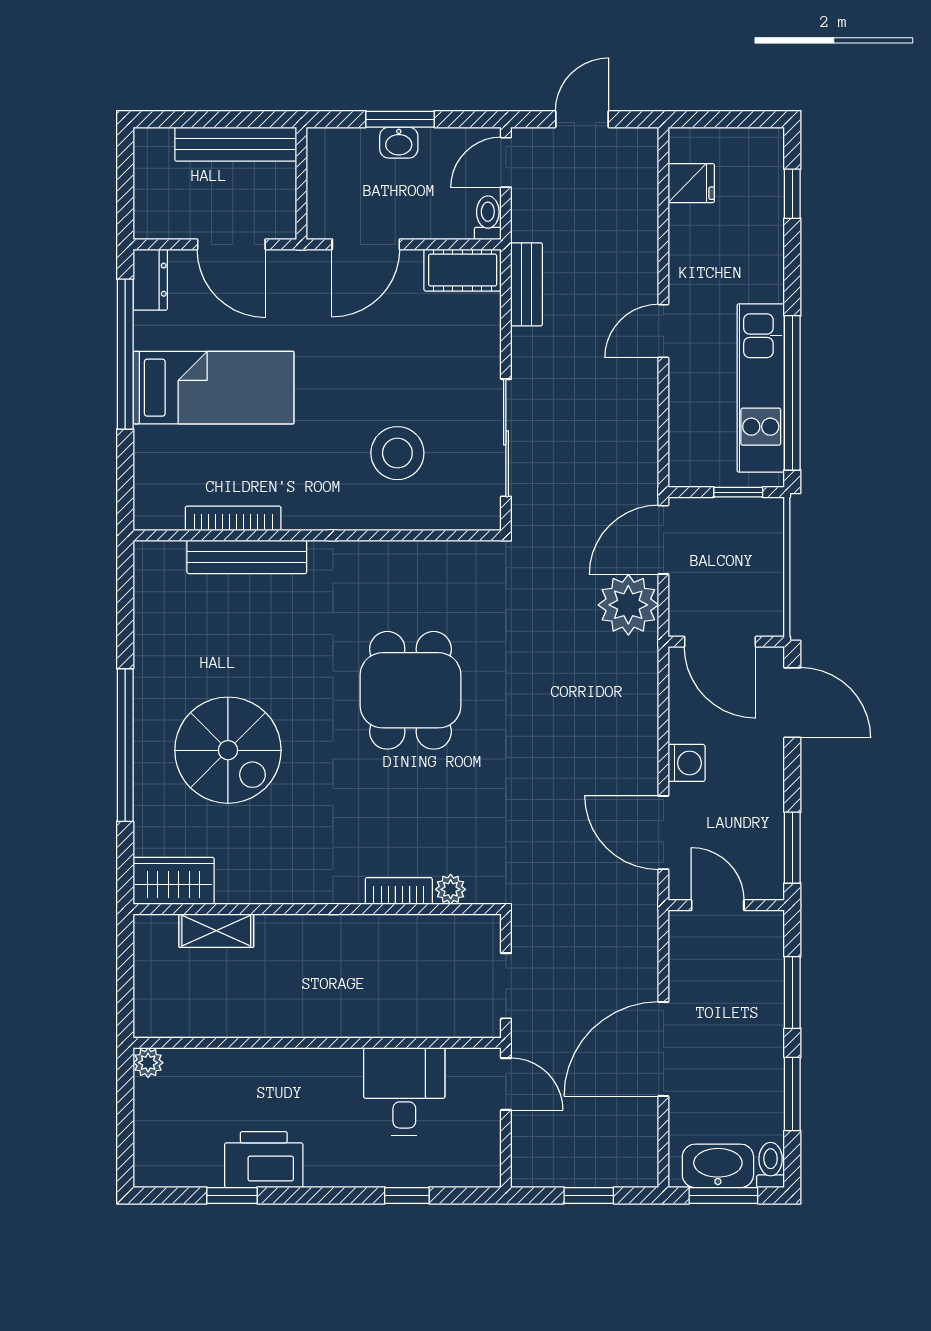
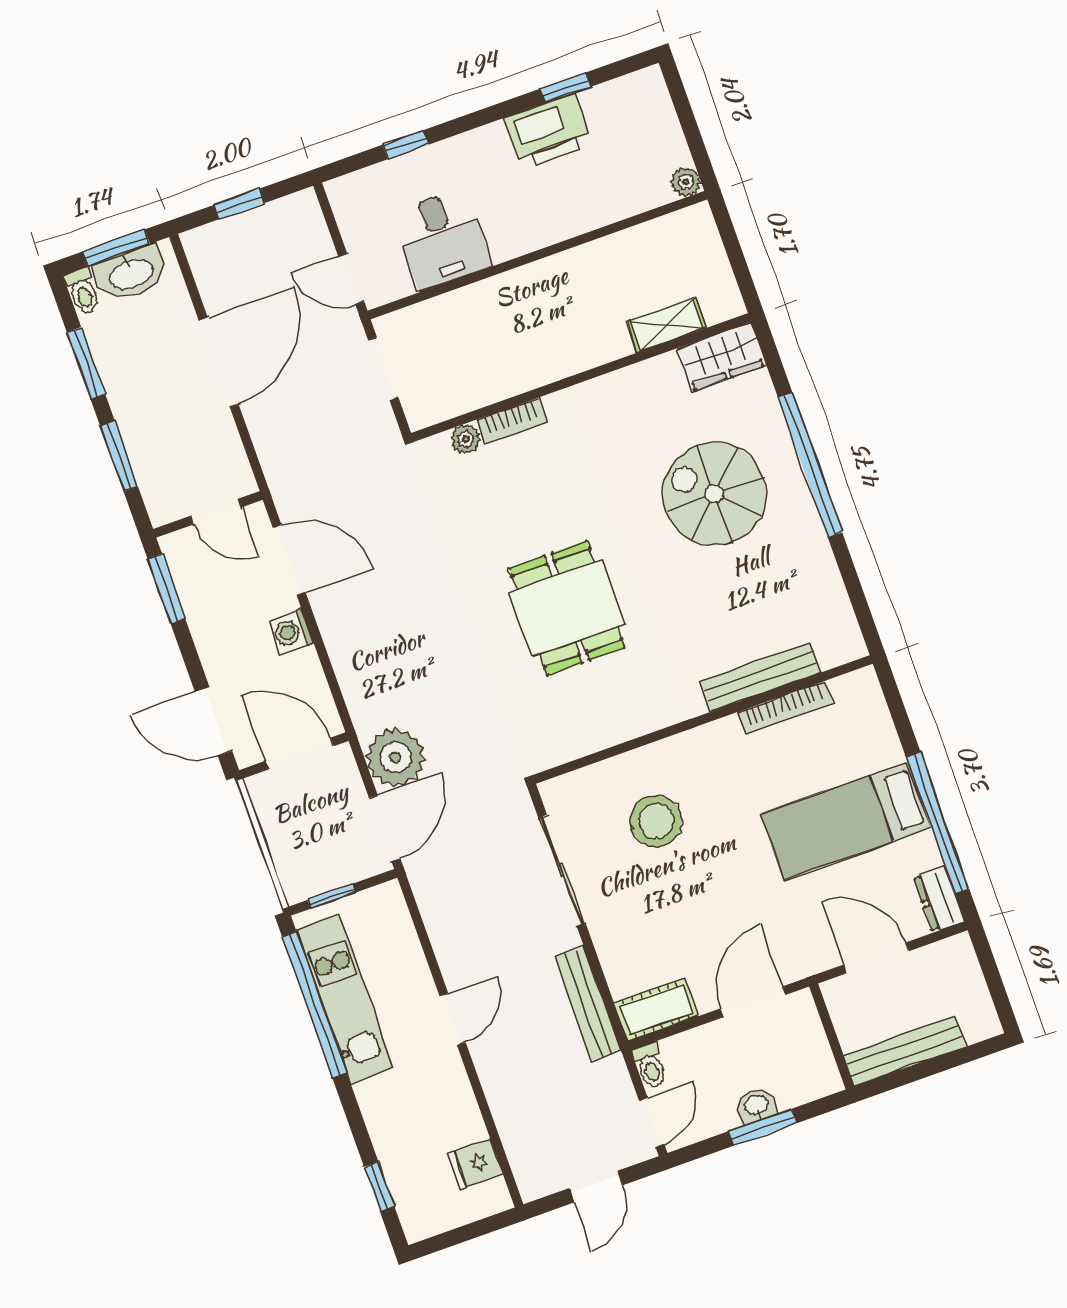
bench: (527, 284) -> (588, 1004), width x1.36

